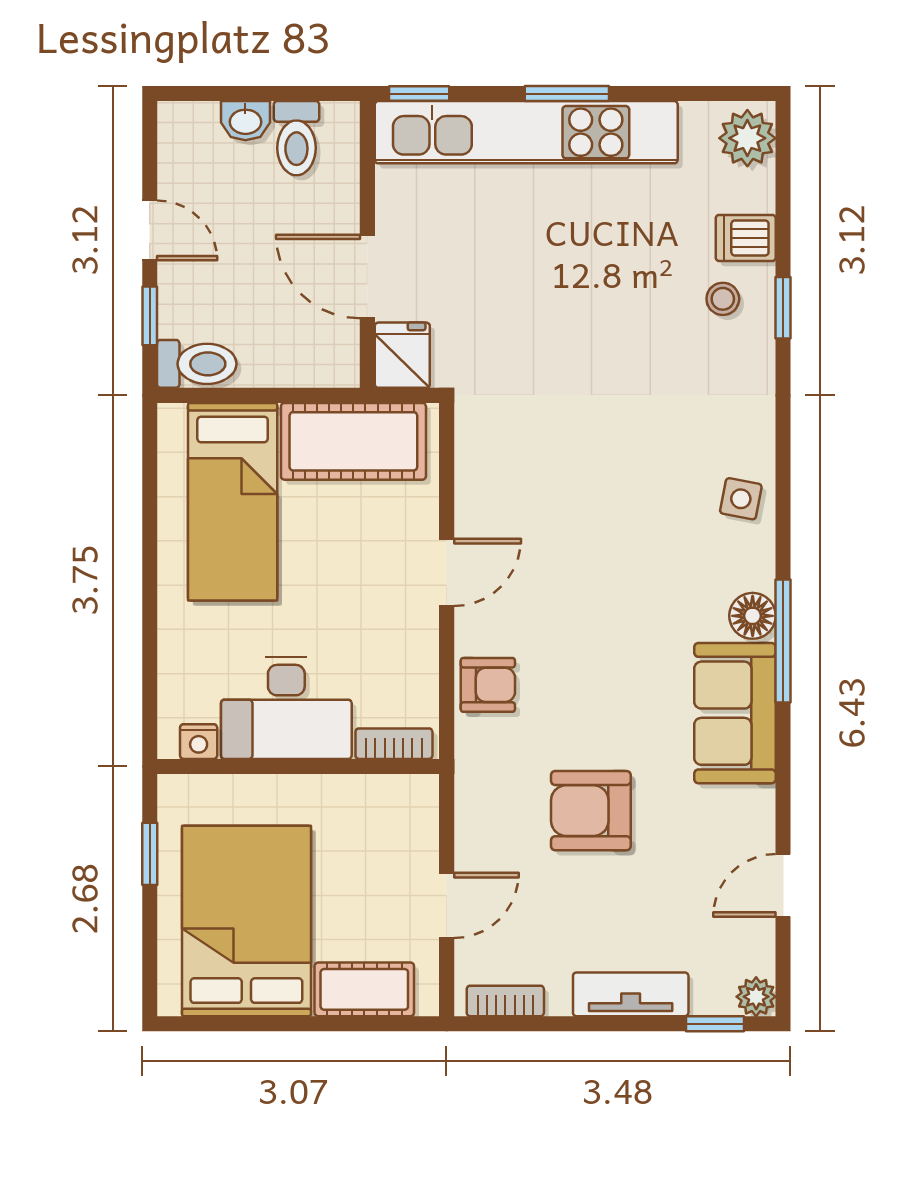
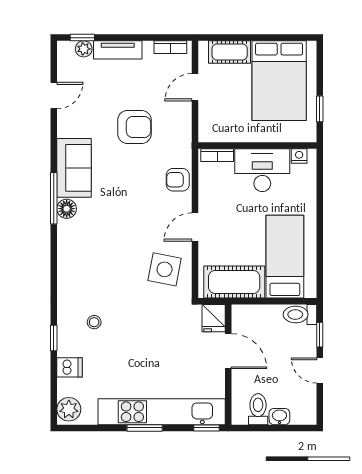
stool: (723, 299) -> (94, 322), moved
side table: (741, 499) -> (165, 269), moved, width x1.87, depth x1.87
plant: (756, 997) -> (84, 49), moved

